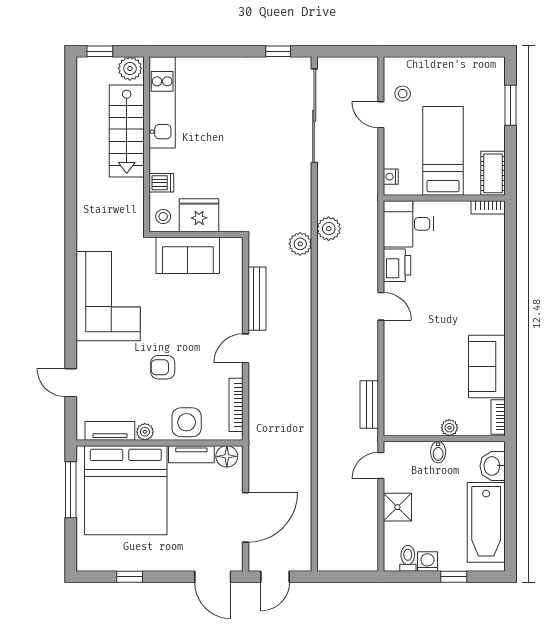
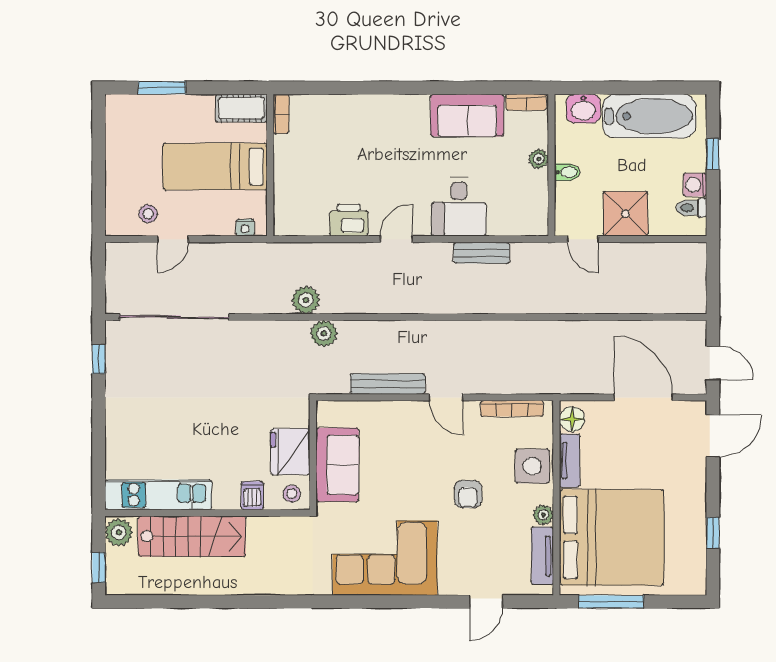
desk: (409, 224) -> (459, 207), moved
bench: (369, 405) -> (482, 253), moved
shower: (397, 507) -> (625, 214), width x1.36, depth x1.36

